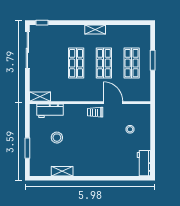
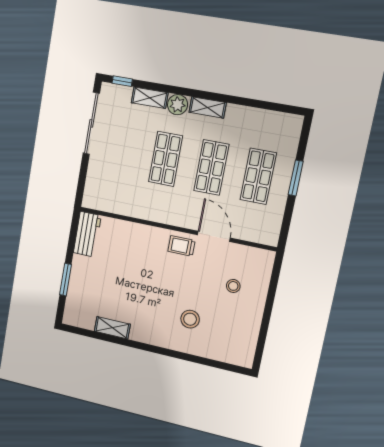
plant: (77, 31) -> (178, 105), added
shelving: (40, 97) -> (150, 98), moved
workbench: (50, 111) -> (87, 234), moved, turned -90
stool: (57, 138) -> (190, 319), moved
workbench: (144, 163) -> (245, 346), removed

